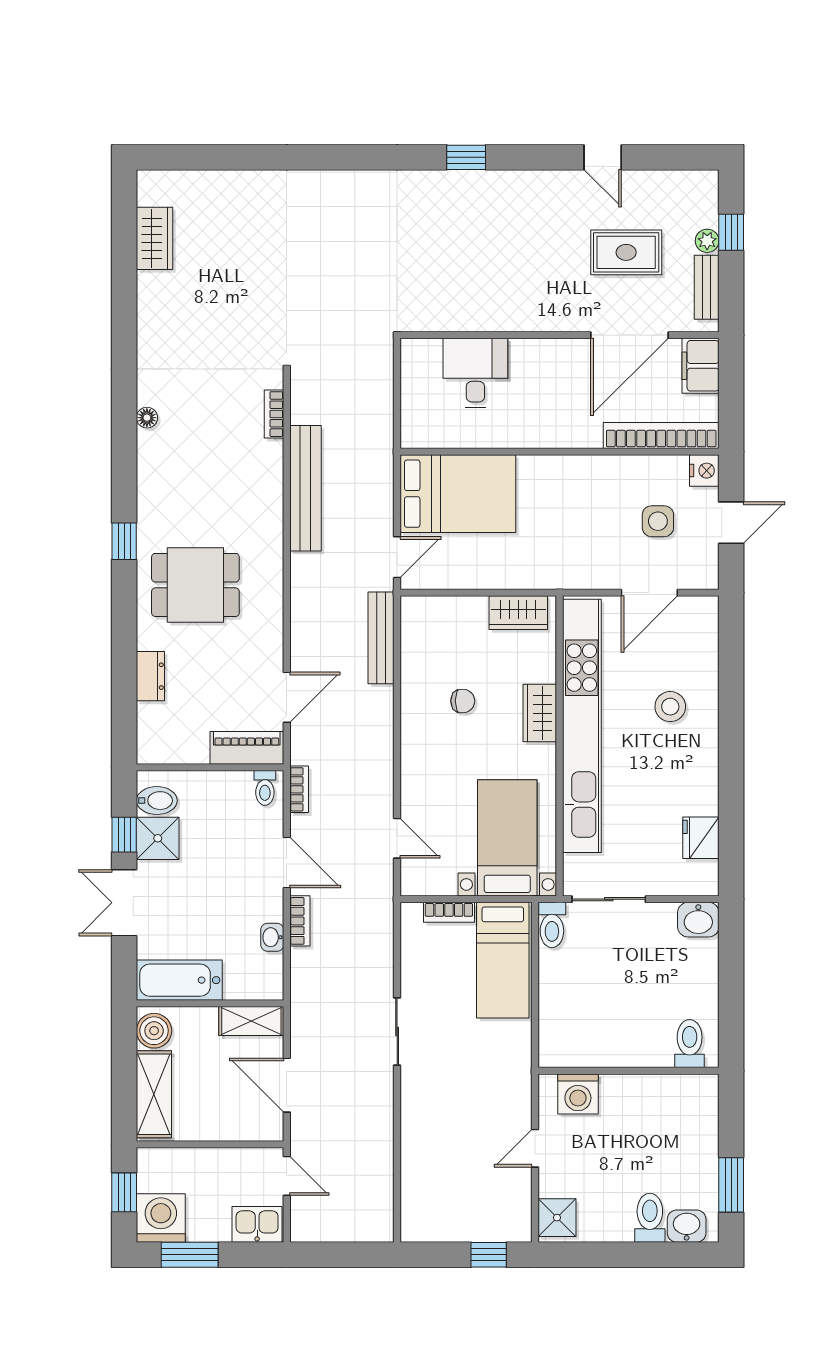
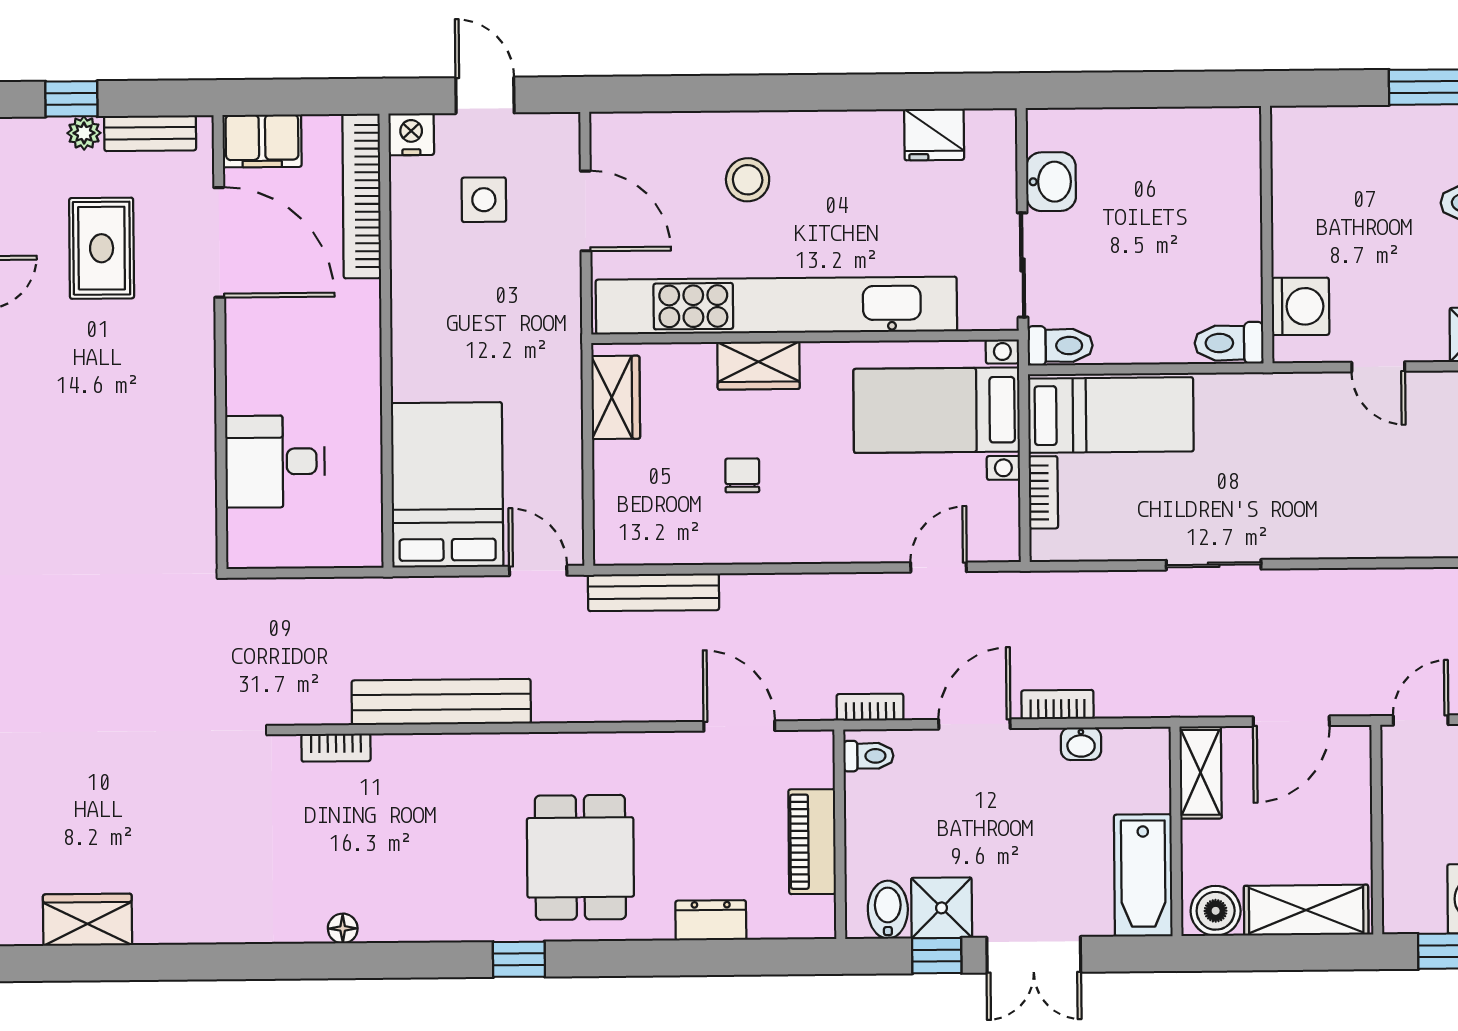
piano: (247, 748) -> (812, 842), moved
washbasin: (698, 920) -> (1051, 182), moved
toilet: (690, 1044) -> (1229, 343), moved

